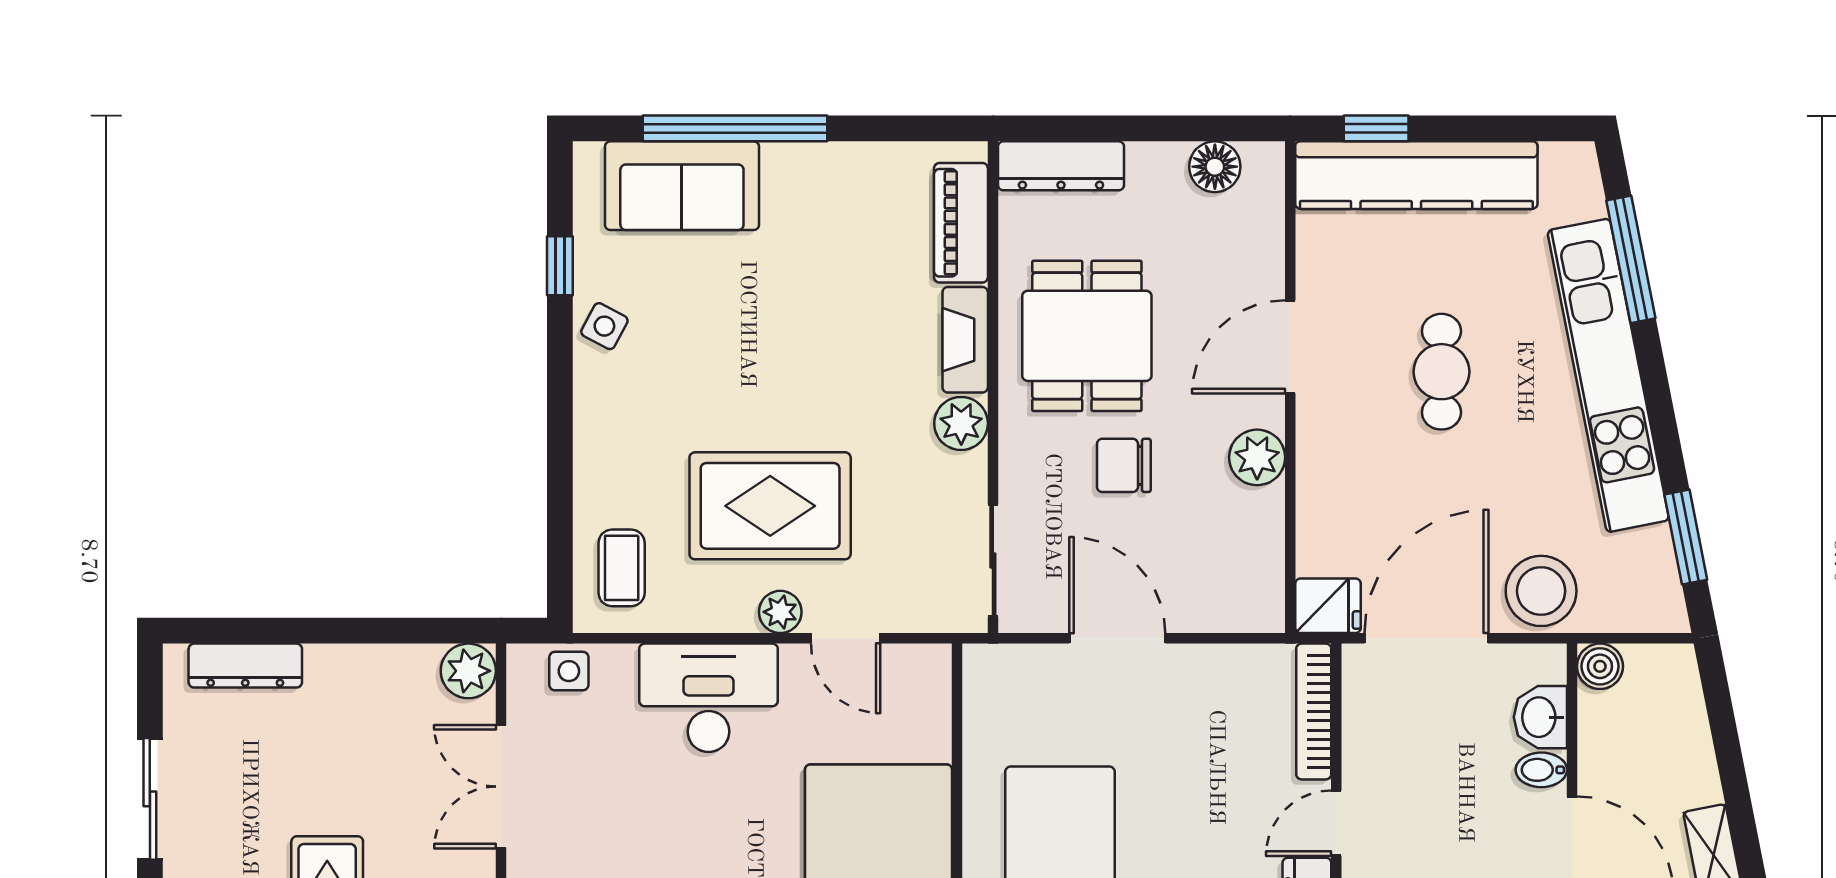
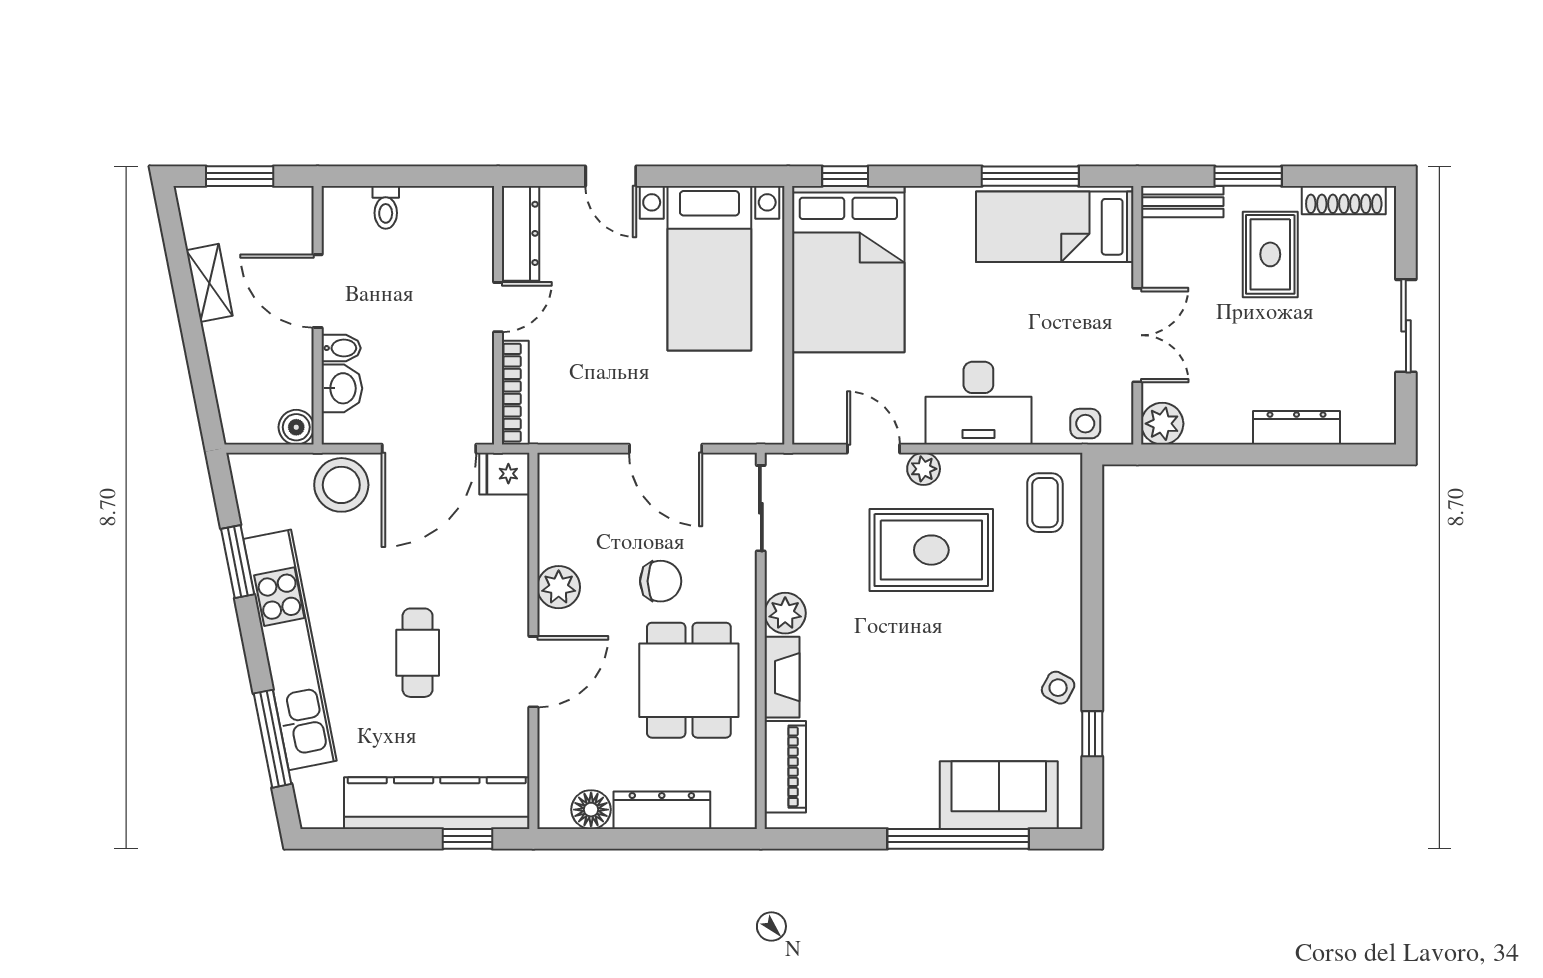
dresser: (1061, 166) -> (662, 810), moved
window: (1686, 537) -> (238, 562), moved
dresser: (245, 666) -> (1296, 428), moved

